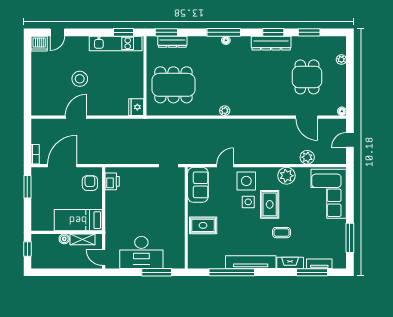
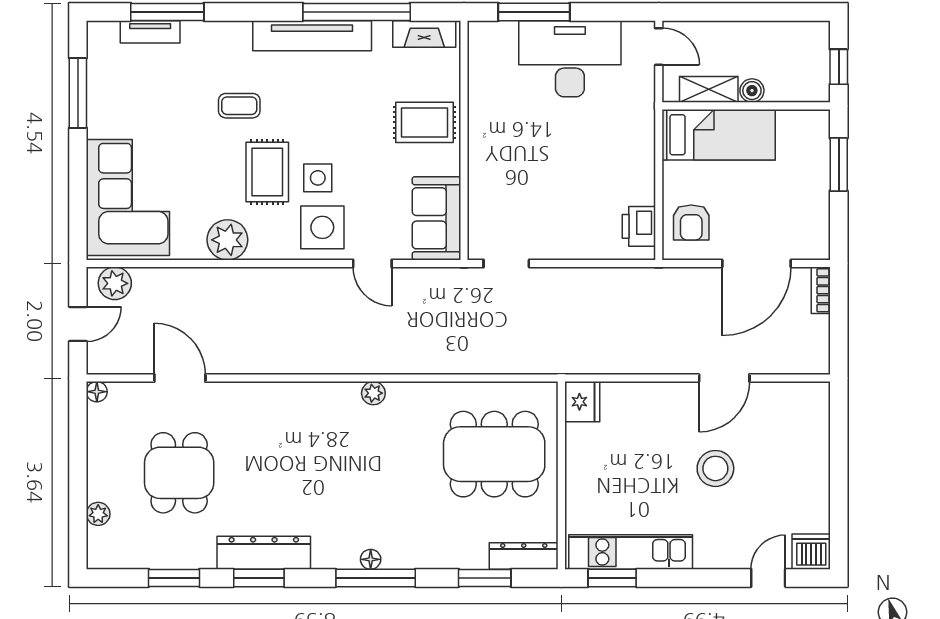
window: (166, 32) -> (485, 578), moved
dresser: (172, 42) -> (524, 556), moved
plant: (307, 157) -> (115, 283), moved
door: (225, 166) -> (372, 263), hinge flipped
window: (27, 187) -> (839, 164), moved
fireplace: (290, 263) -> (424, 34), moved

